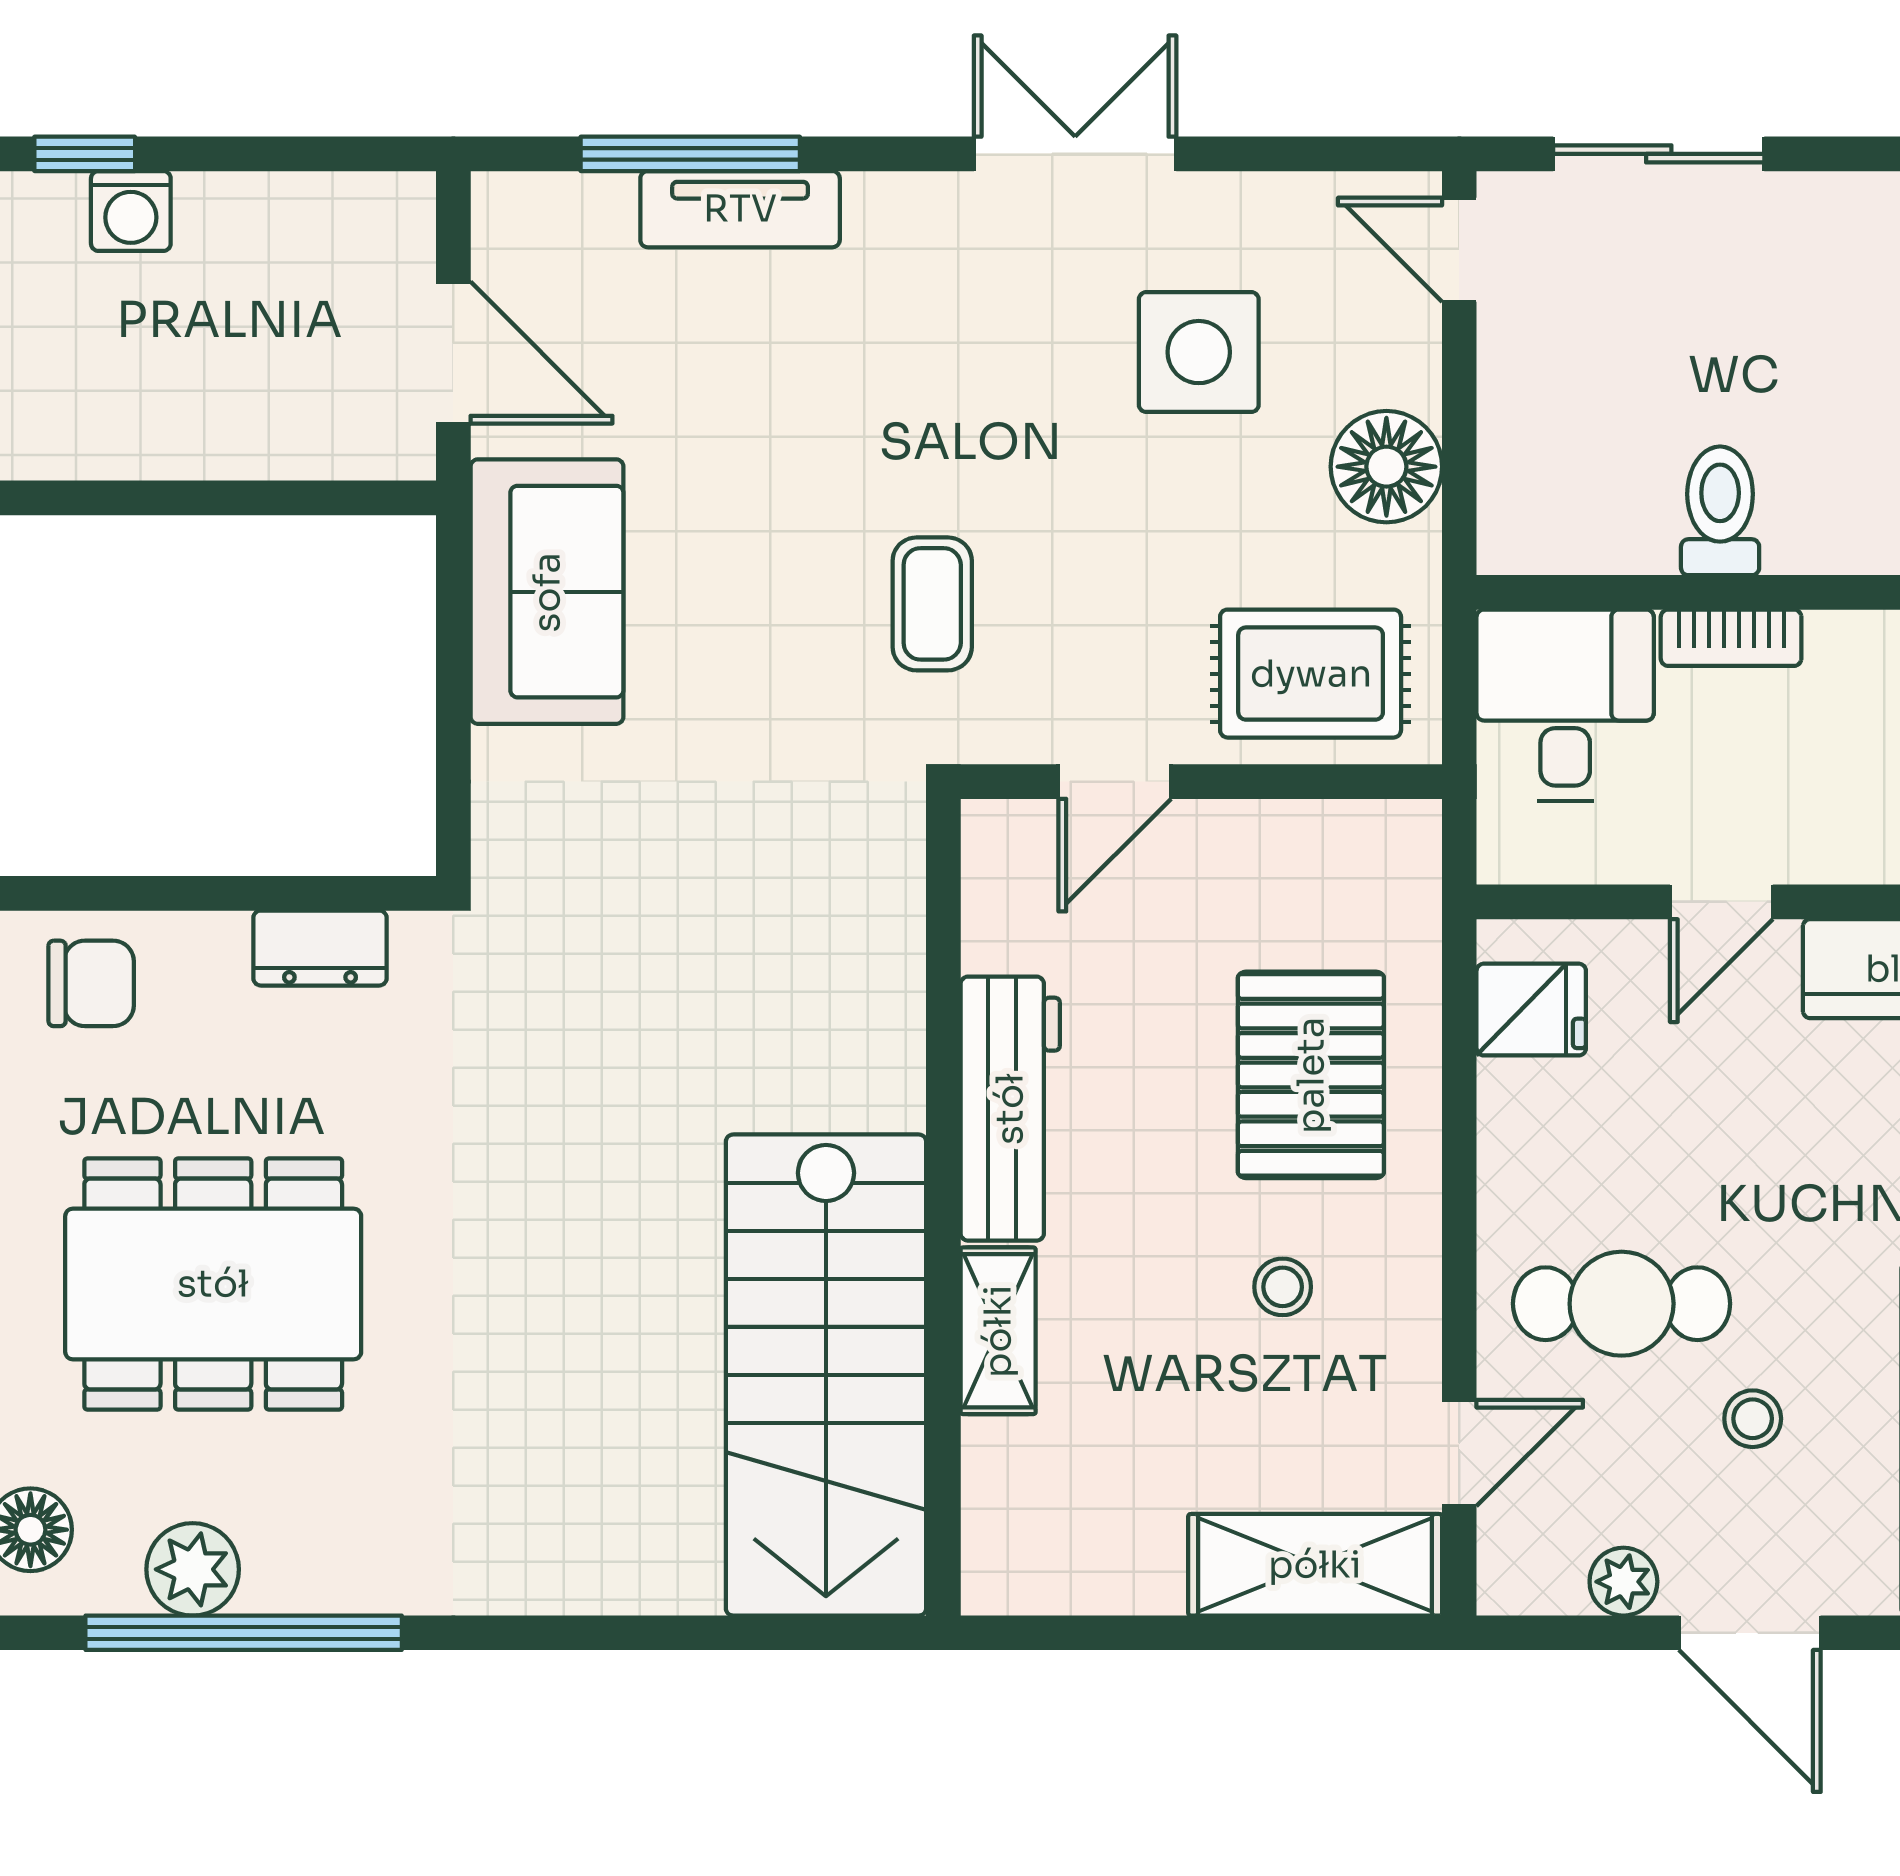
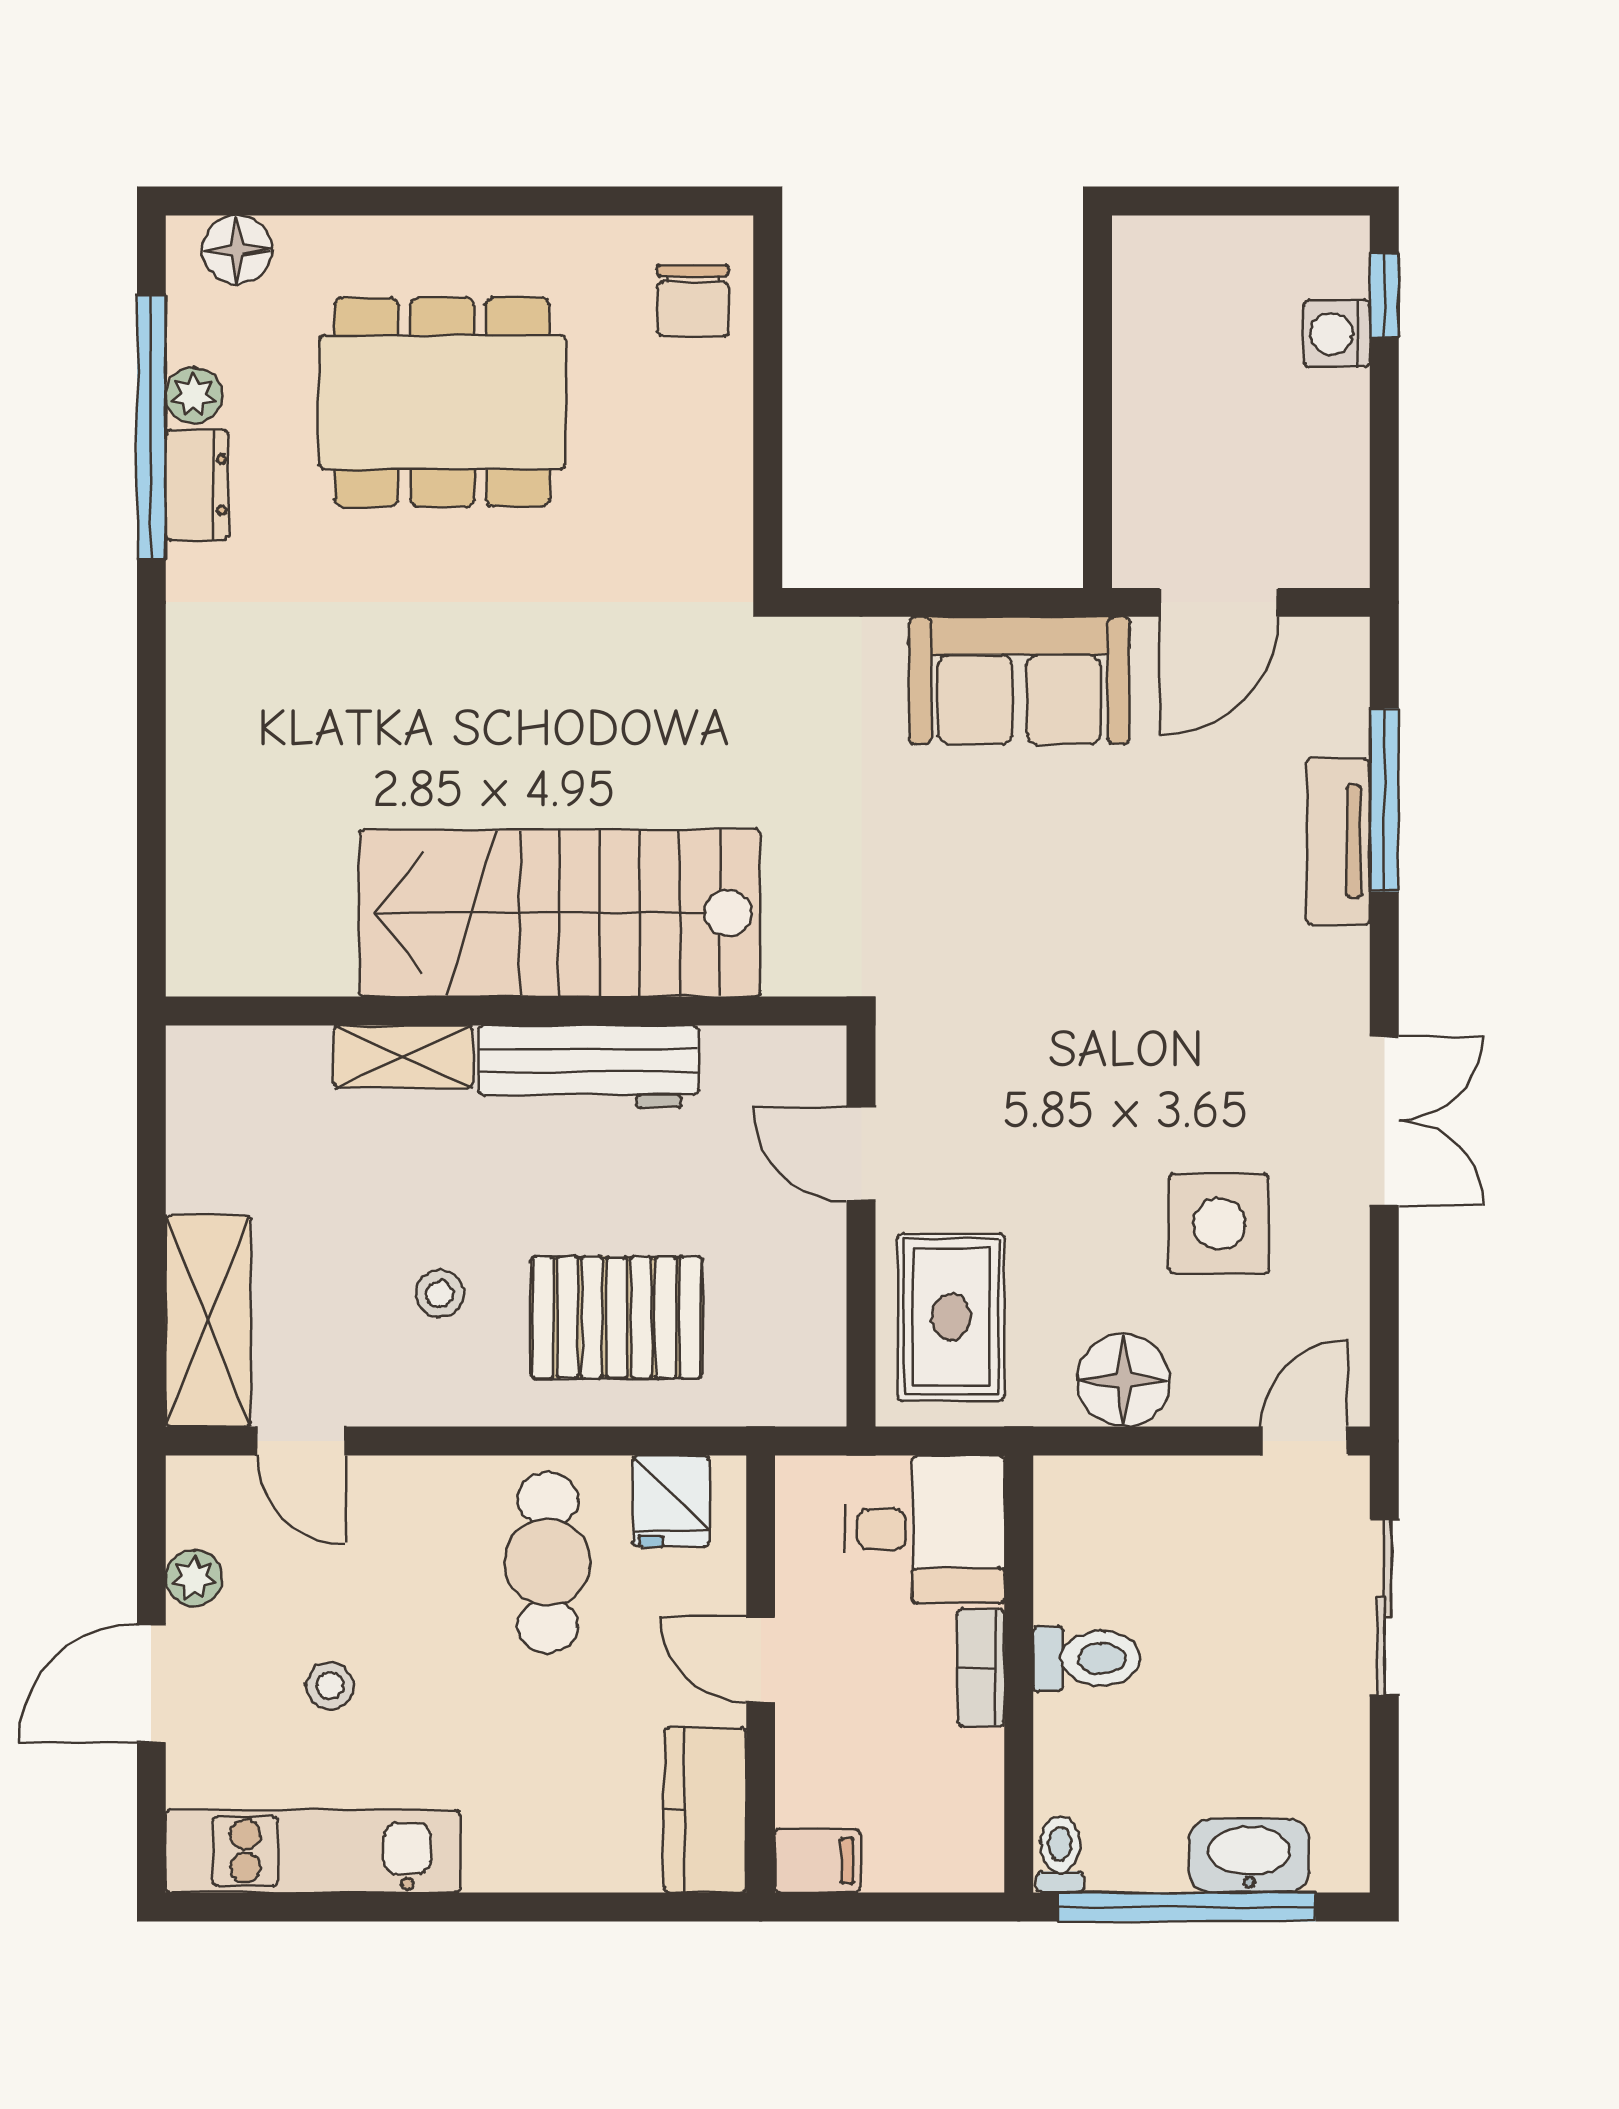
coffee table: (932, 604) -> (1009, 1002), removed
dresser: (320, 948) -> (197, 485), moved, turned 180
dining table: (213, 1284) -> (442, 402), turned 90
cafe table: (1622, 1304) -> (548, 1562), moved
stairs: (826, 1375) -> (560, 913), moved
plant: (193, 1569) -> (194, 396), width x0.73, depth x0.73

